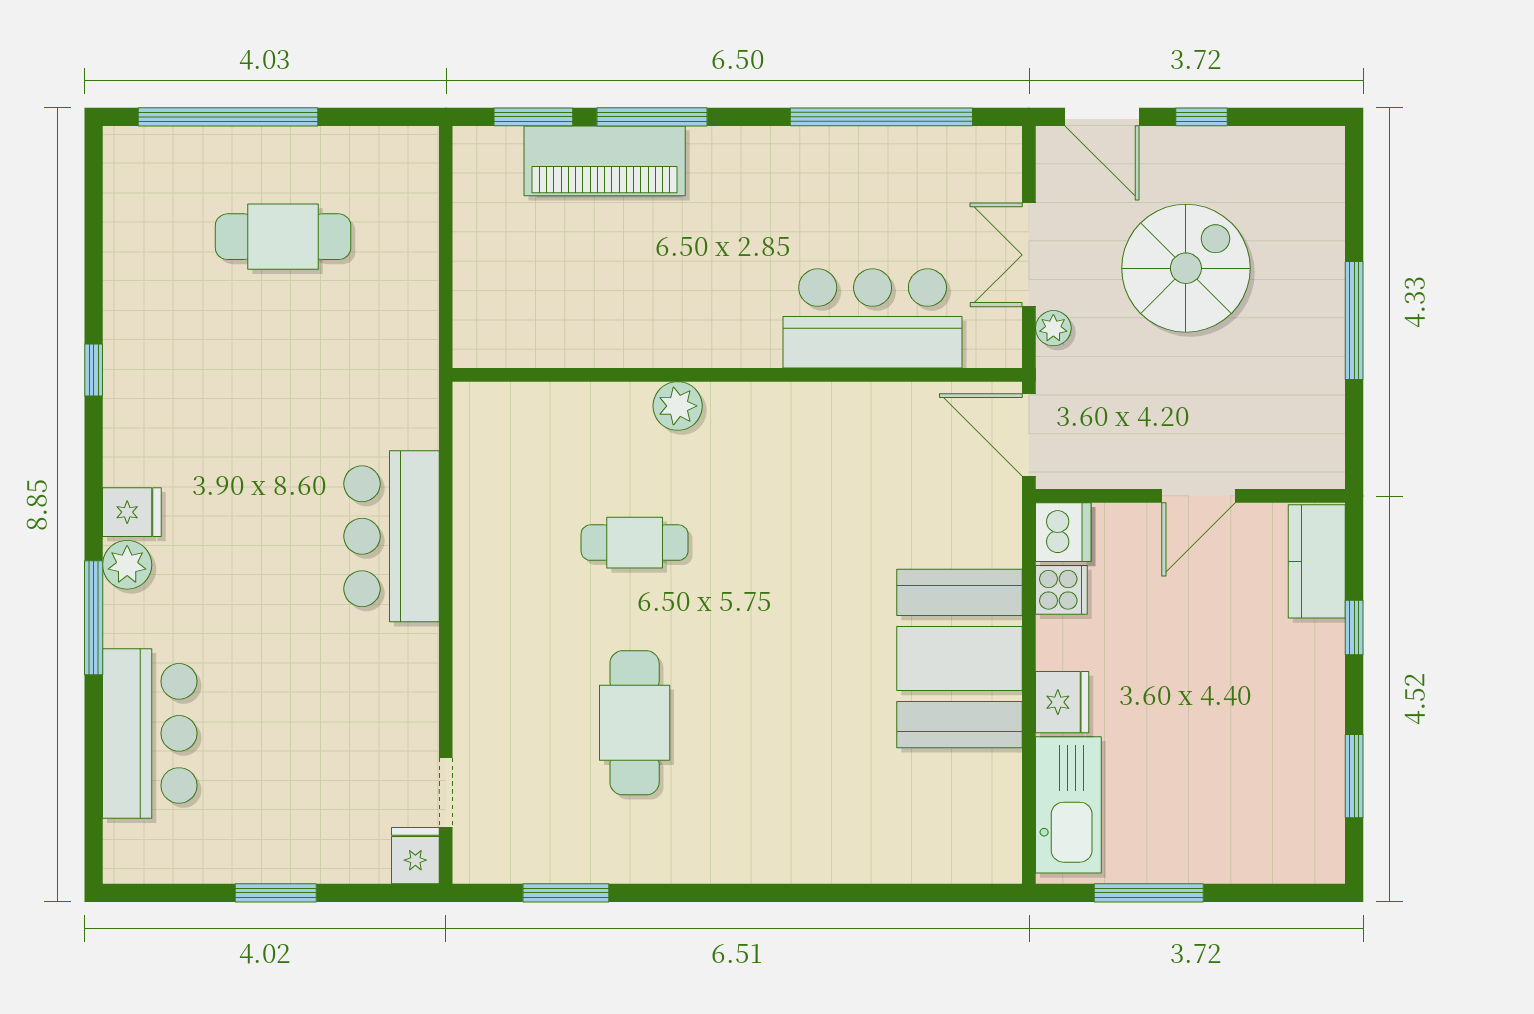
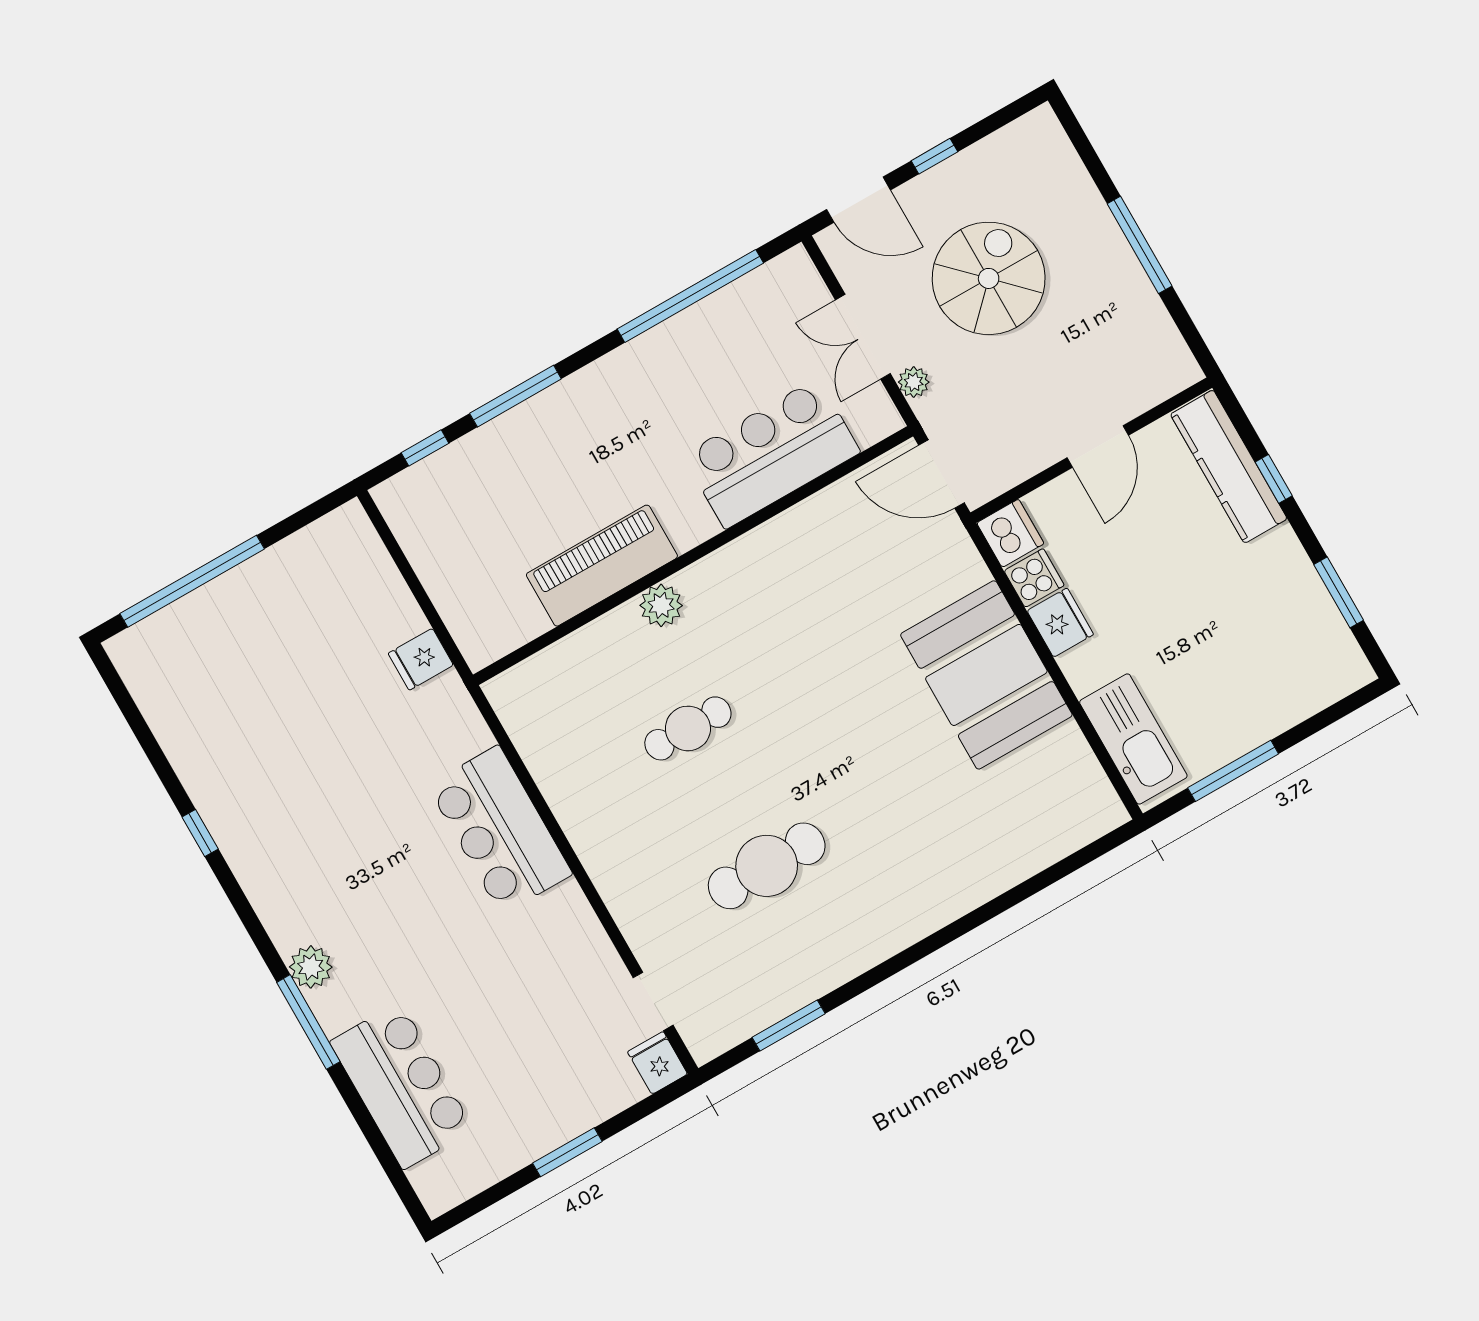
window: (533, 117) -> (425, 448), width x0.67
piano: (605, 161) -> (602, 566), moved, turned 180
cafe table: (283, 237) -> (286, 649), removed
fridge: (132, 512) -> (421, 659), moved, turned 180
kitchen counter: (1317, 561) -> (1229, 467), width x1.50
fridge: (1062, 702) -> (1060, 623), moved
cafe table: (635, 723) -> (767, 866), turned 90

